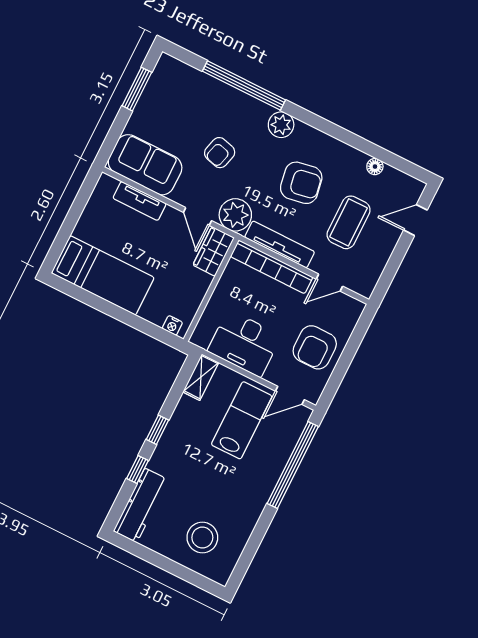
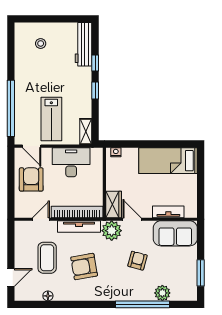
plant: (281, 125) -> (162, 293), moved
door: (290, 395) -> (32, 146), swing flipped
stool: (202, 538) -> (41, 43), width x0.53, depth x0.53

